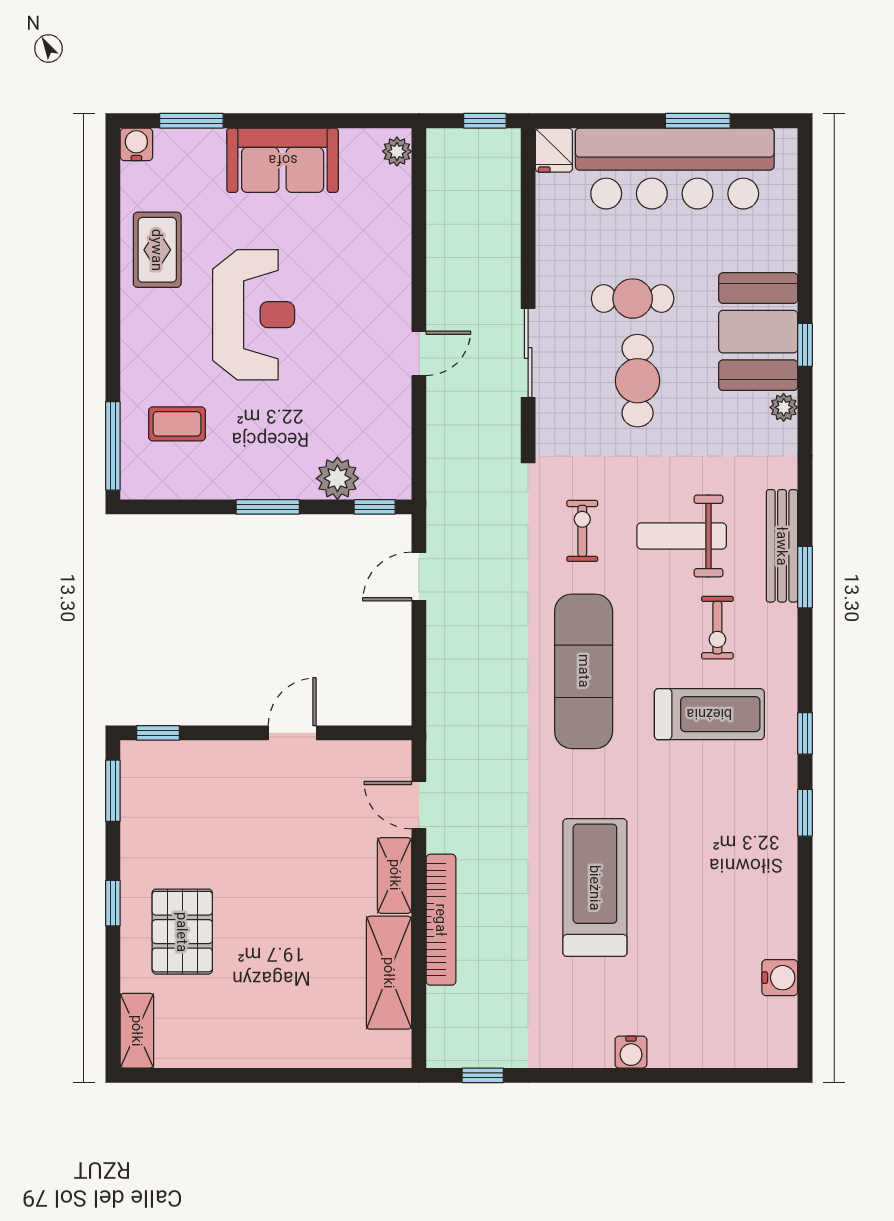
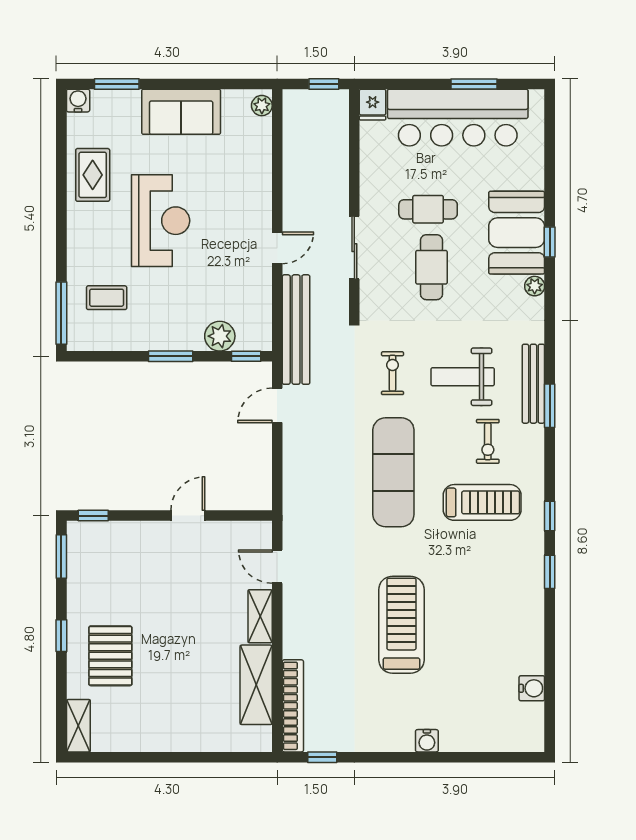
bench: (445, 469) -> (296, 330), added
bookcase: (441, 920) -> (293, 706), moved

